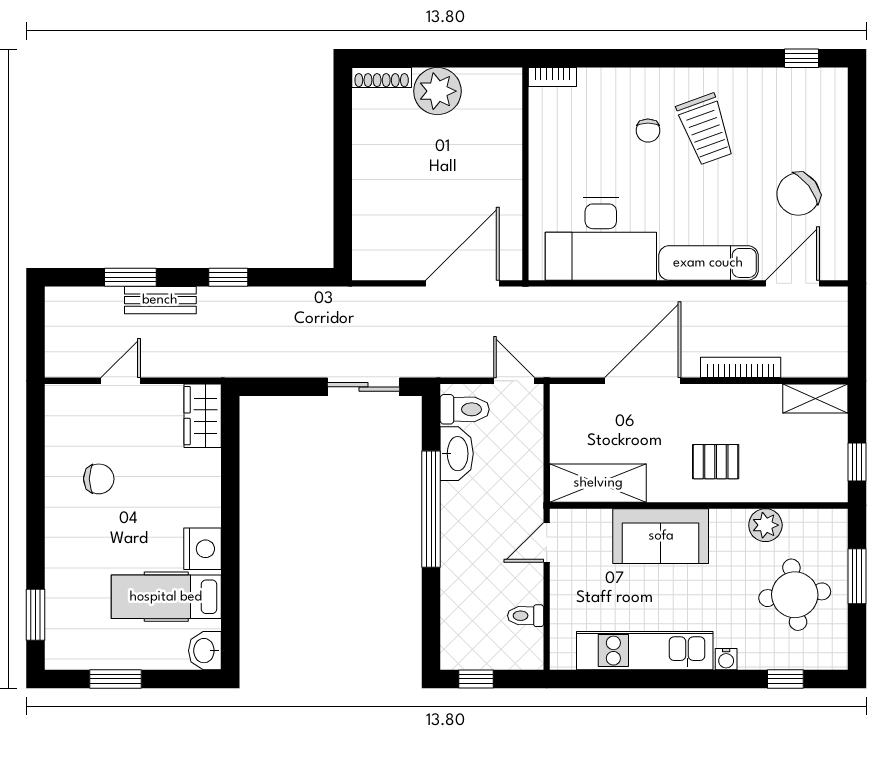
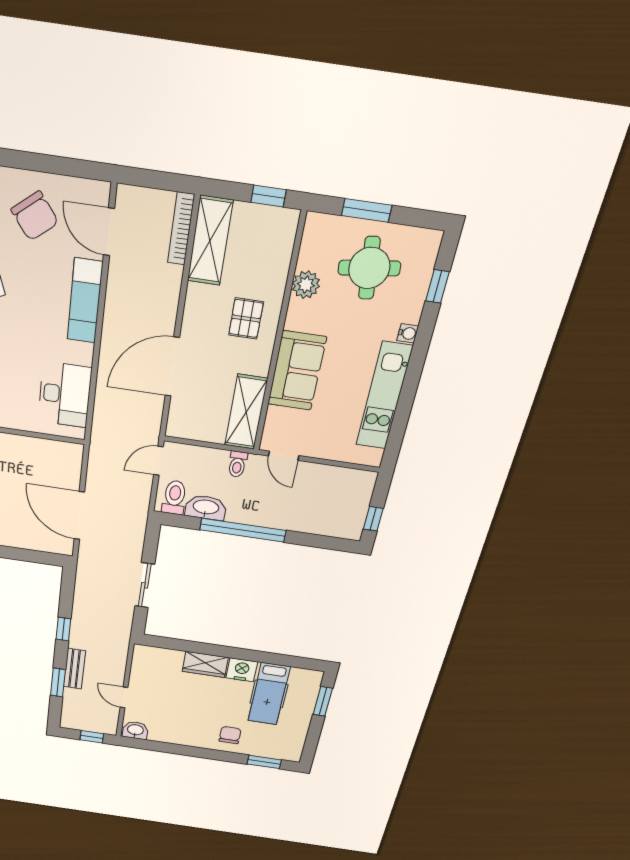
desk: (601, 239) -> (65, 395), width x0.73, depth x0.77
door: (462, 283) -> (79, 516), moved
window: (36, 339) -> (92, 737), added
bookcase: (741, 367) -> (181, 229), moved
door: (643, 381) -> (172, 367), hinge flipped
sliding door: (364, 387) -> (145, 585), moved
shelving: (815, 398) -> (210, 241), width x1.50, depth x1.33
wardrobe: (203, 416) -> (205, 664), moved
chair: (99, 479) -> (230, 735), moved
toilet: (526, 616) -> (237, 464), moved
washbasin: (205, 651) -> (135, 730), moved, turned 180
window: (115, 679) -> (323, 701), moved

